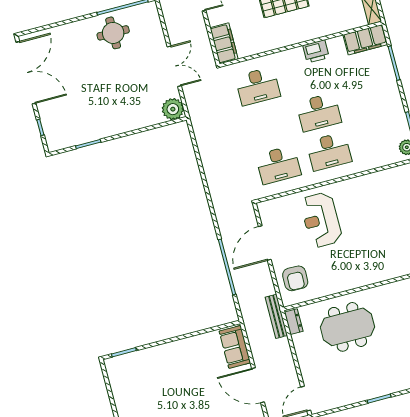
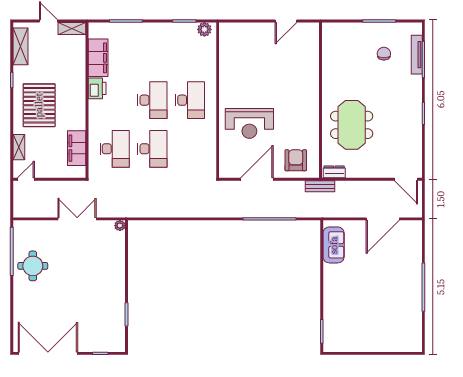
filing cabinet: (365, 40) -> (98, 58), moved
filing cabinet: (224, 43) -> (77, 148), moved, turned -90
plant: (173, 109) -> (120, 226), width x0.53, depth x0.53
desk: (278, 165) -> (152, 149), moved
door: (265, 243) -> (257, 179), swing flipped
armchair: (295, 278) -> (296, 160), turned -91
bench: (276, 316) -> (320, 186), width x0.73
sofa: (235, 347) -> (334, 245), moved, turned -90

